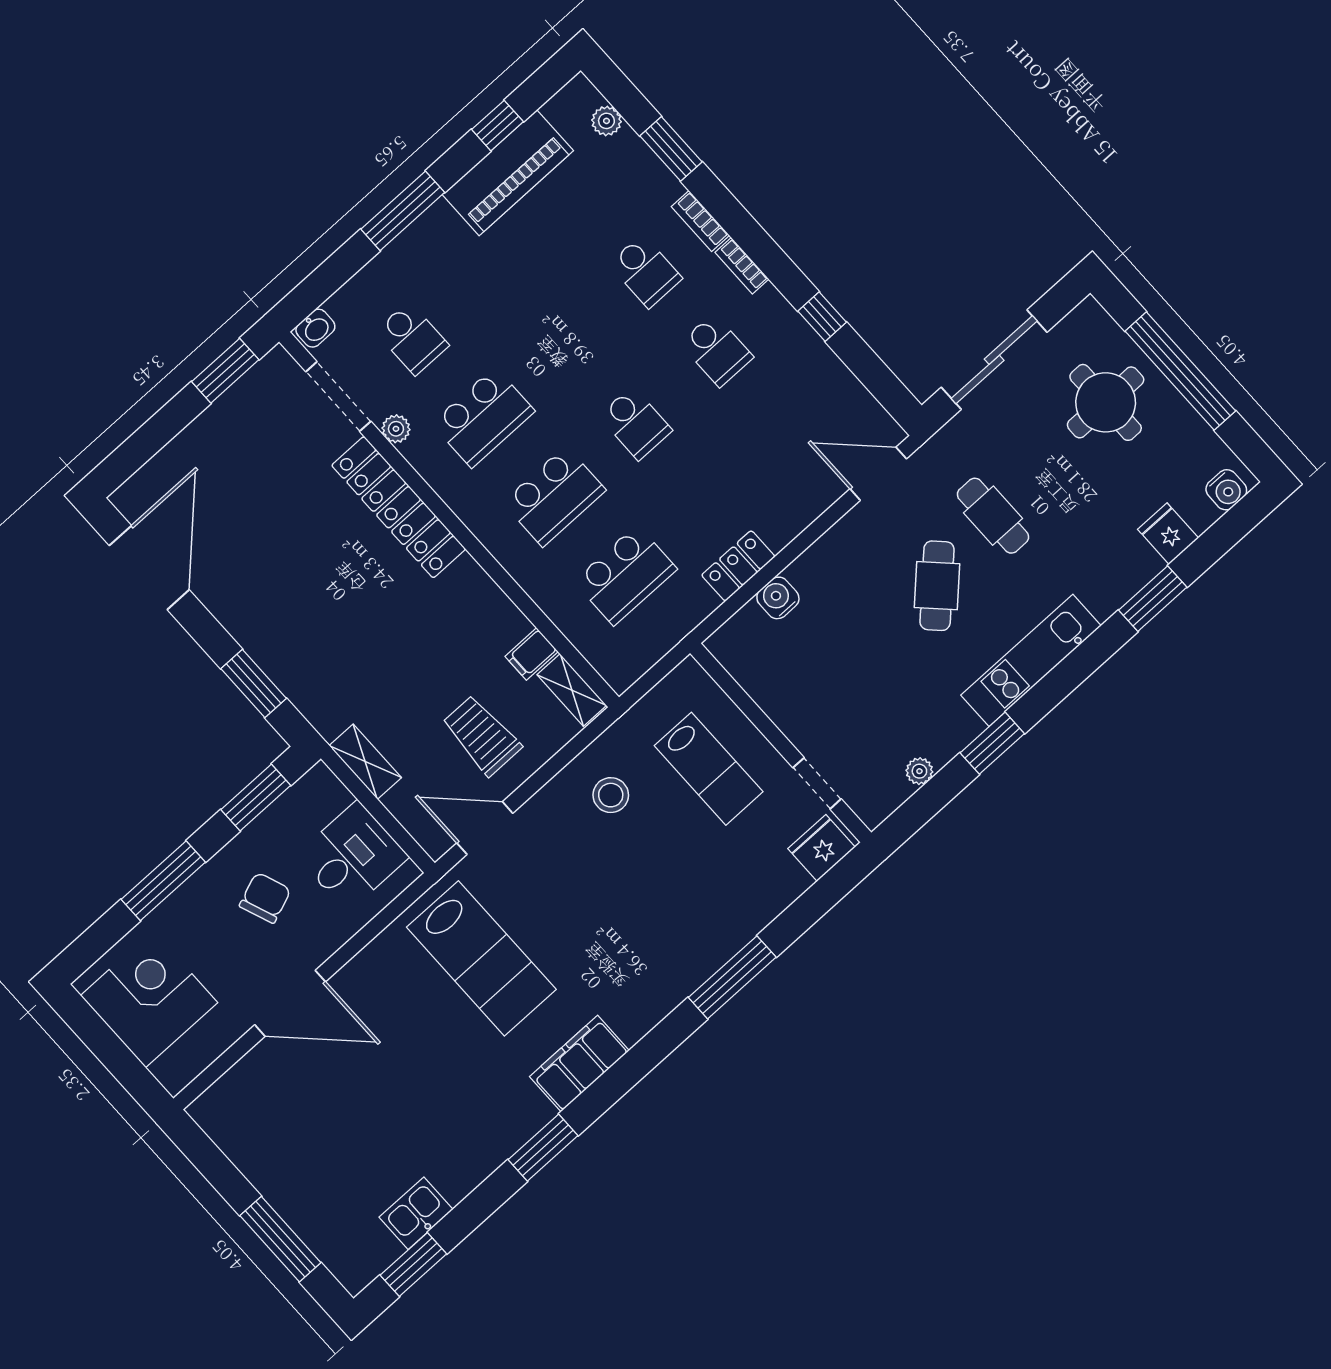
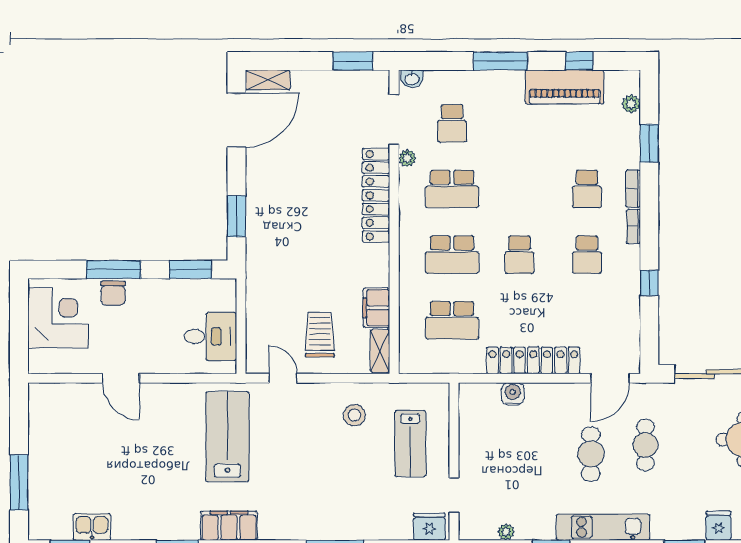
door: (878, 474) -> (610, 378), swing flipped
locker: (738, 566) -> (533, 360), width x2.16, depth x1.21
cafe table: (937, 586) -> (591, 454), turned -45
filing cabinet: (532, 654) -> (376, 308), width x2.00
shelving: (365, 762) -> (268, 80), moved, turned 90
door: (485, 828) -> (283, 378), width x0.73
chair: (265, 898) -> (113, 293), moved, turned 111
lab bench: (481, 958) -> (228, 437), turned 180
door: (290, 1003) -> (121, 378), width x0.73

